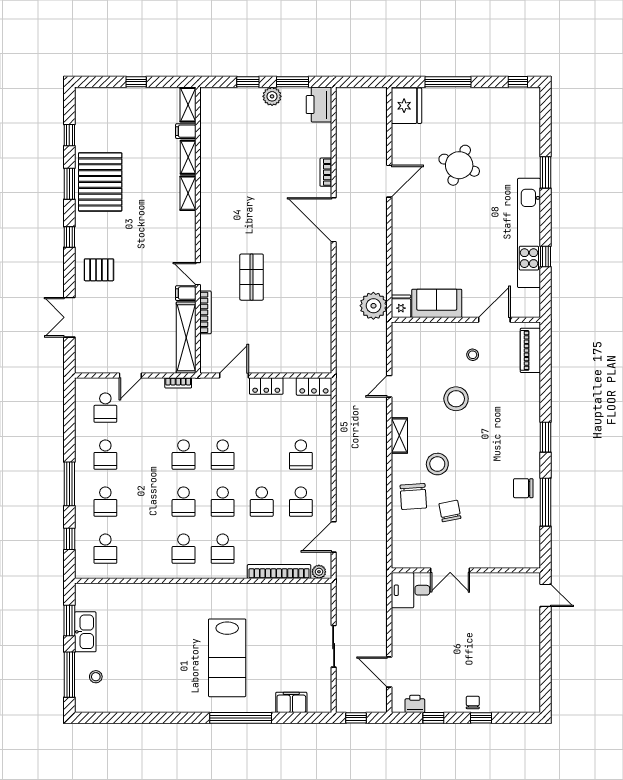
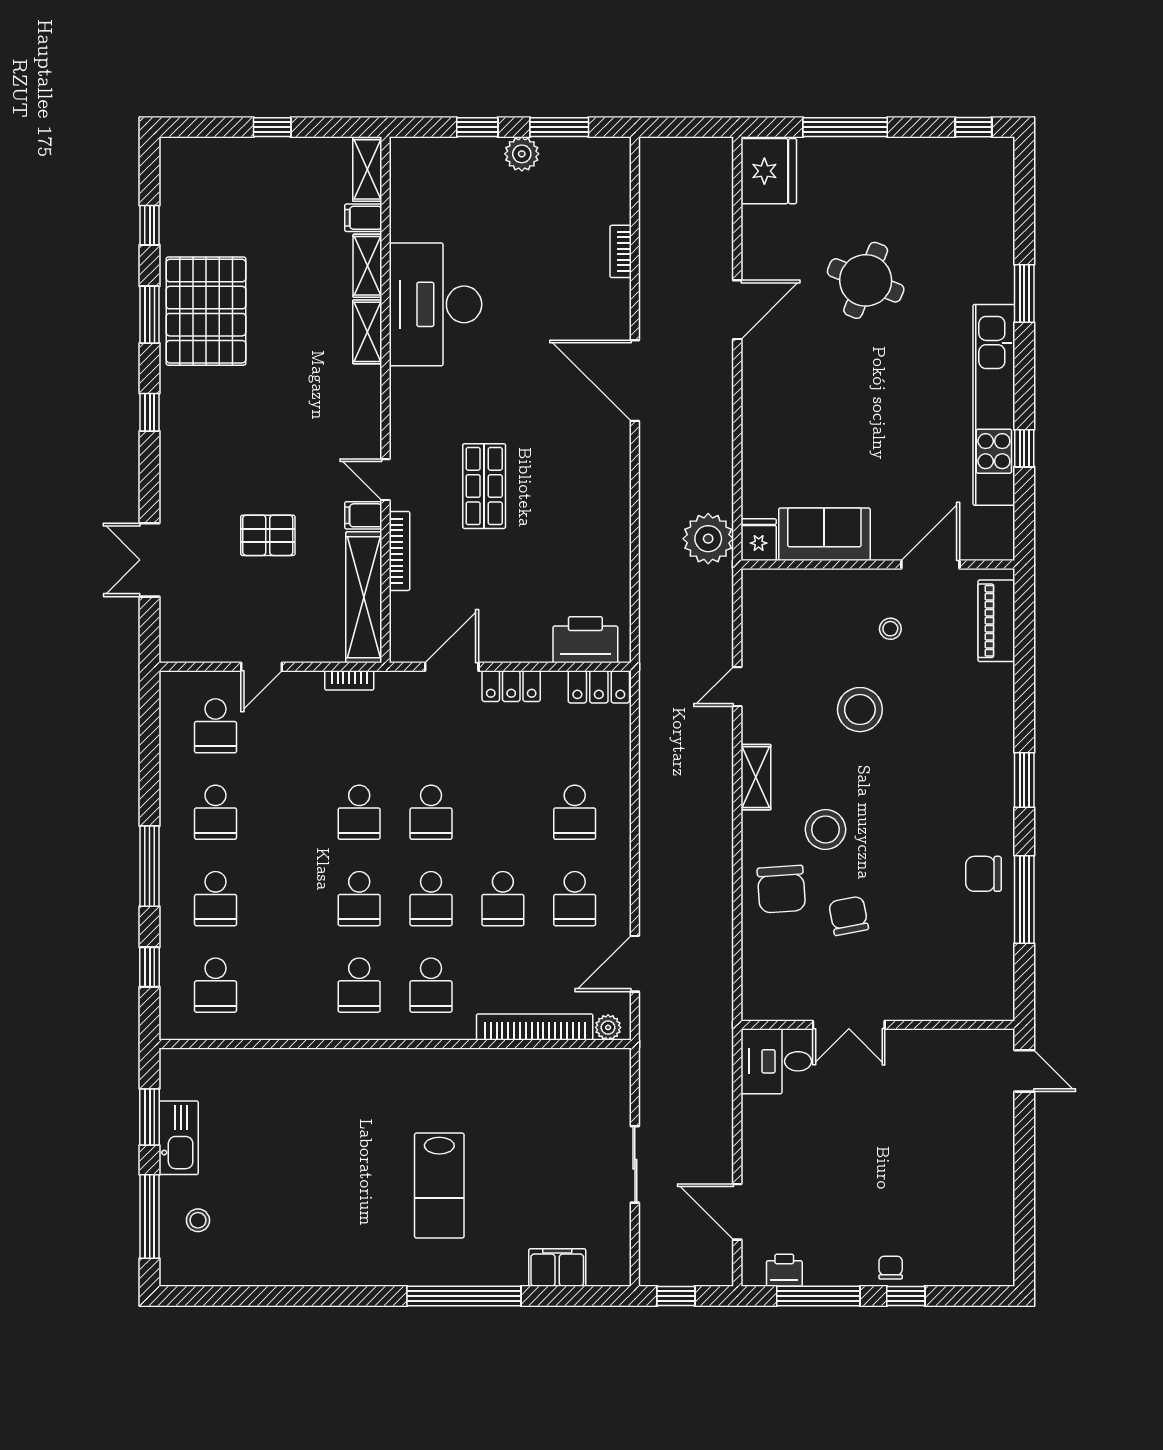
printer: (319, 105) -> (585, 640), moved, turned 90
bookcase: (326, 172) -> (621, 251), moved
desk: (225, 178) -> (435, 304), added
pallet: (99, 270) -> (268, 535), moved
lab bench: (227, 658) -> (439, 1186), width x0.73, depth x0.72
window: (433, 718) -> (818, 1296), width x2.17

